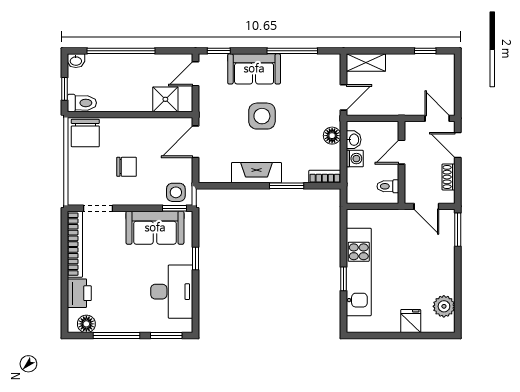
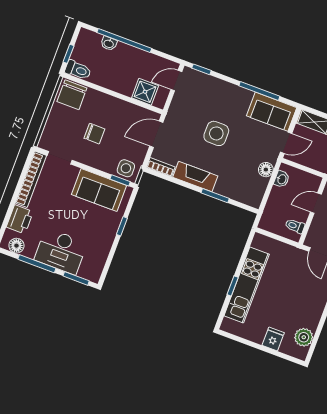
washbasin: (76, 61) -> (109, 43), moved
sofa: (254, 69) -> (272, 112), moved
washing machine: (355, 159) -> (277, 194), removed
bookcase: (325, 177) -> (161, 167), moved
desk: (172, 292) -> (61, 251), moved, turned 90

